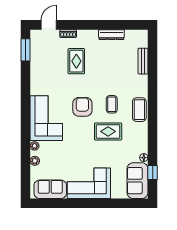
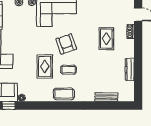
rug: (76, 61) -> (106, 39), turned 90
armchair: (82, 107) -> (66, 44), turned -109

